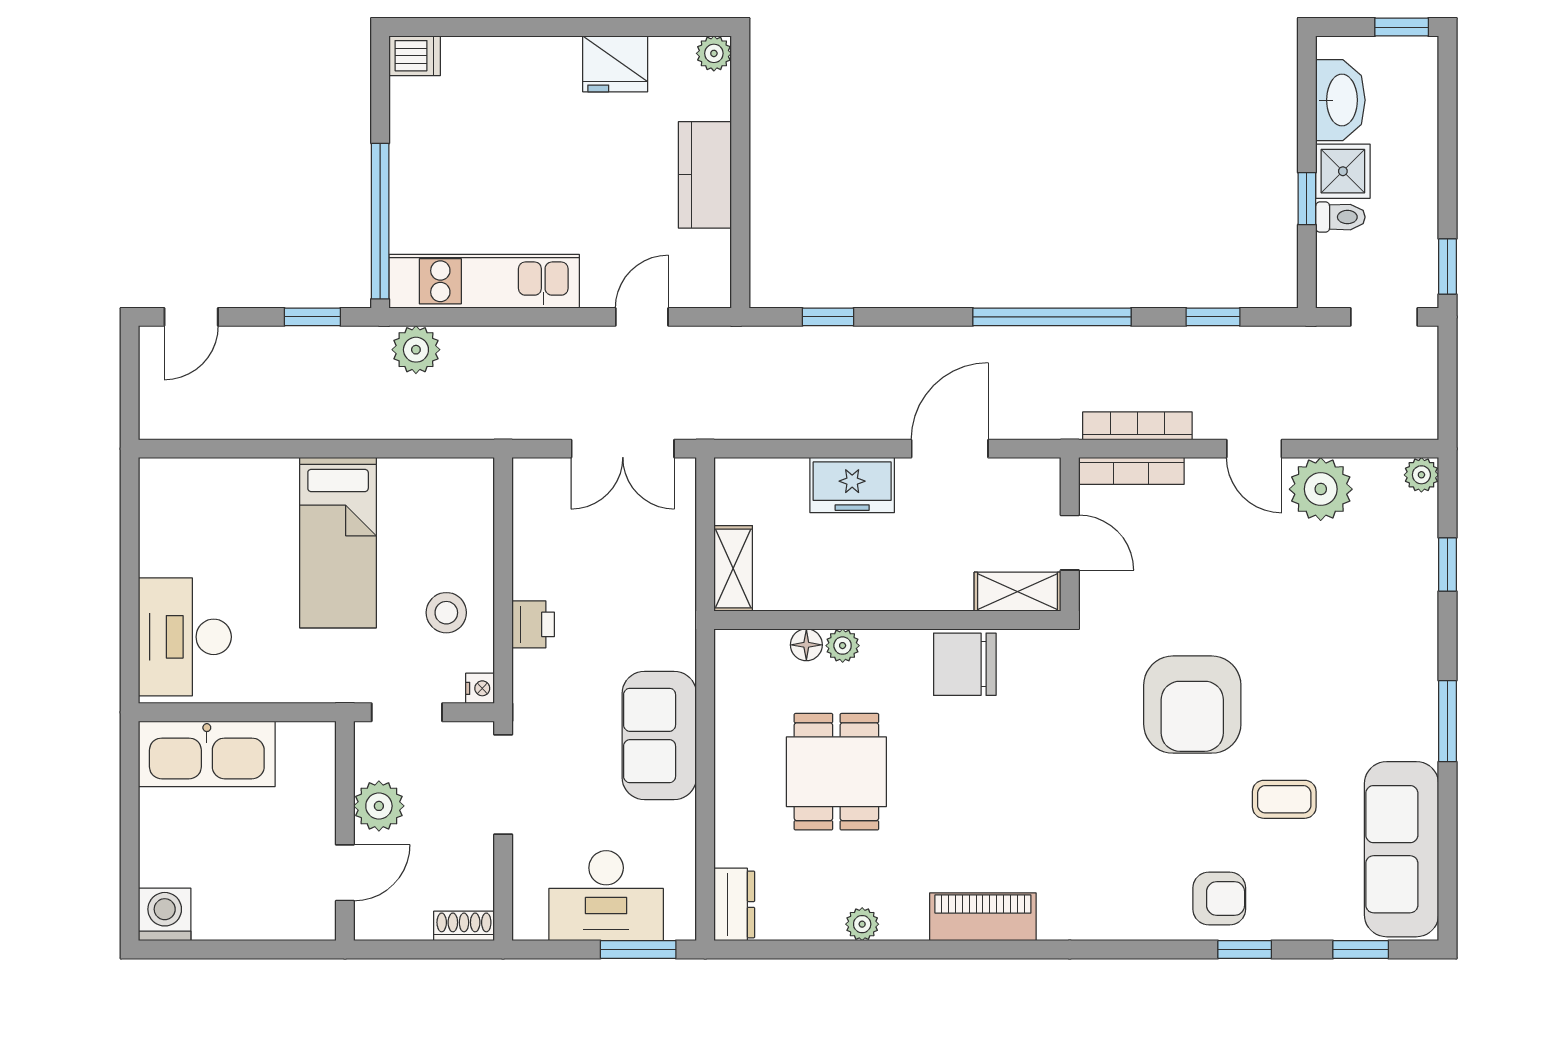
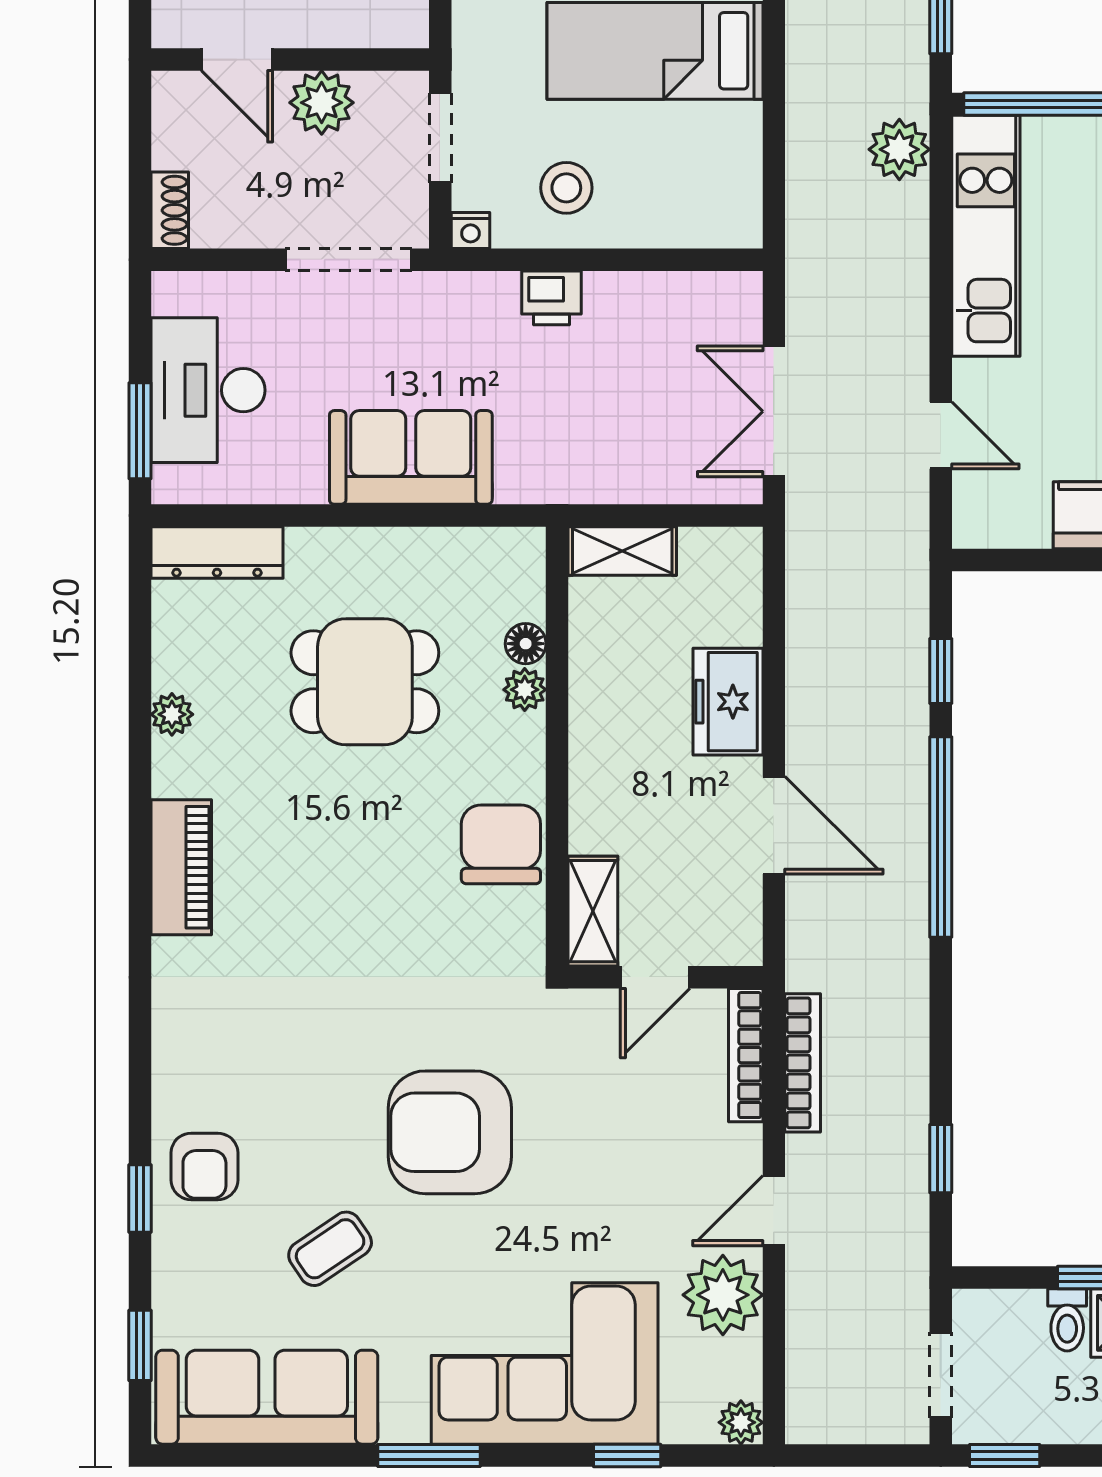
window: (1052, 317) -> (941, 837), moved
corner sofa: (1375, 630) -> (545, 1364), added
coffee table: (1284, 799) -> (330, 1249), turned 56
dresser: (734, 904) -> (217, 553), width x1.44

